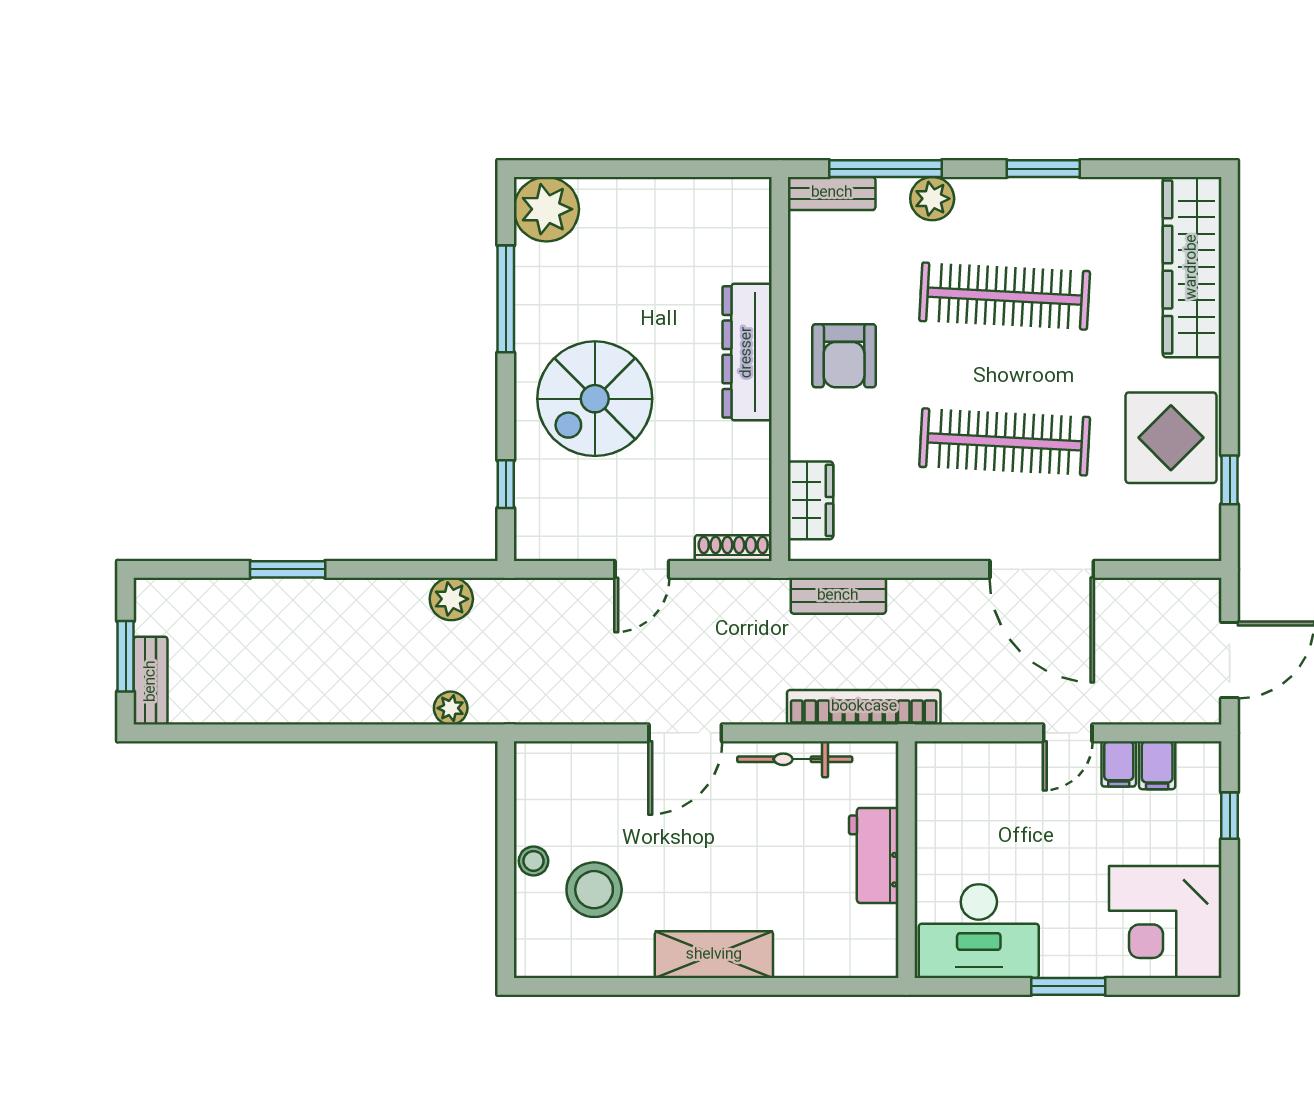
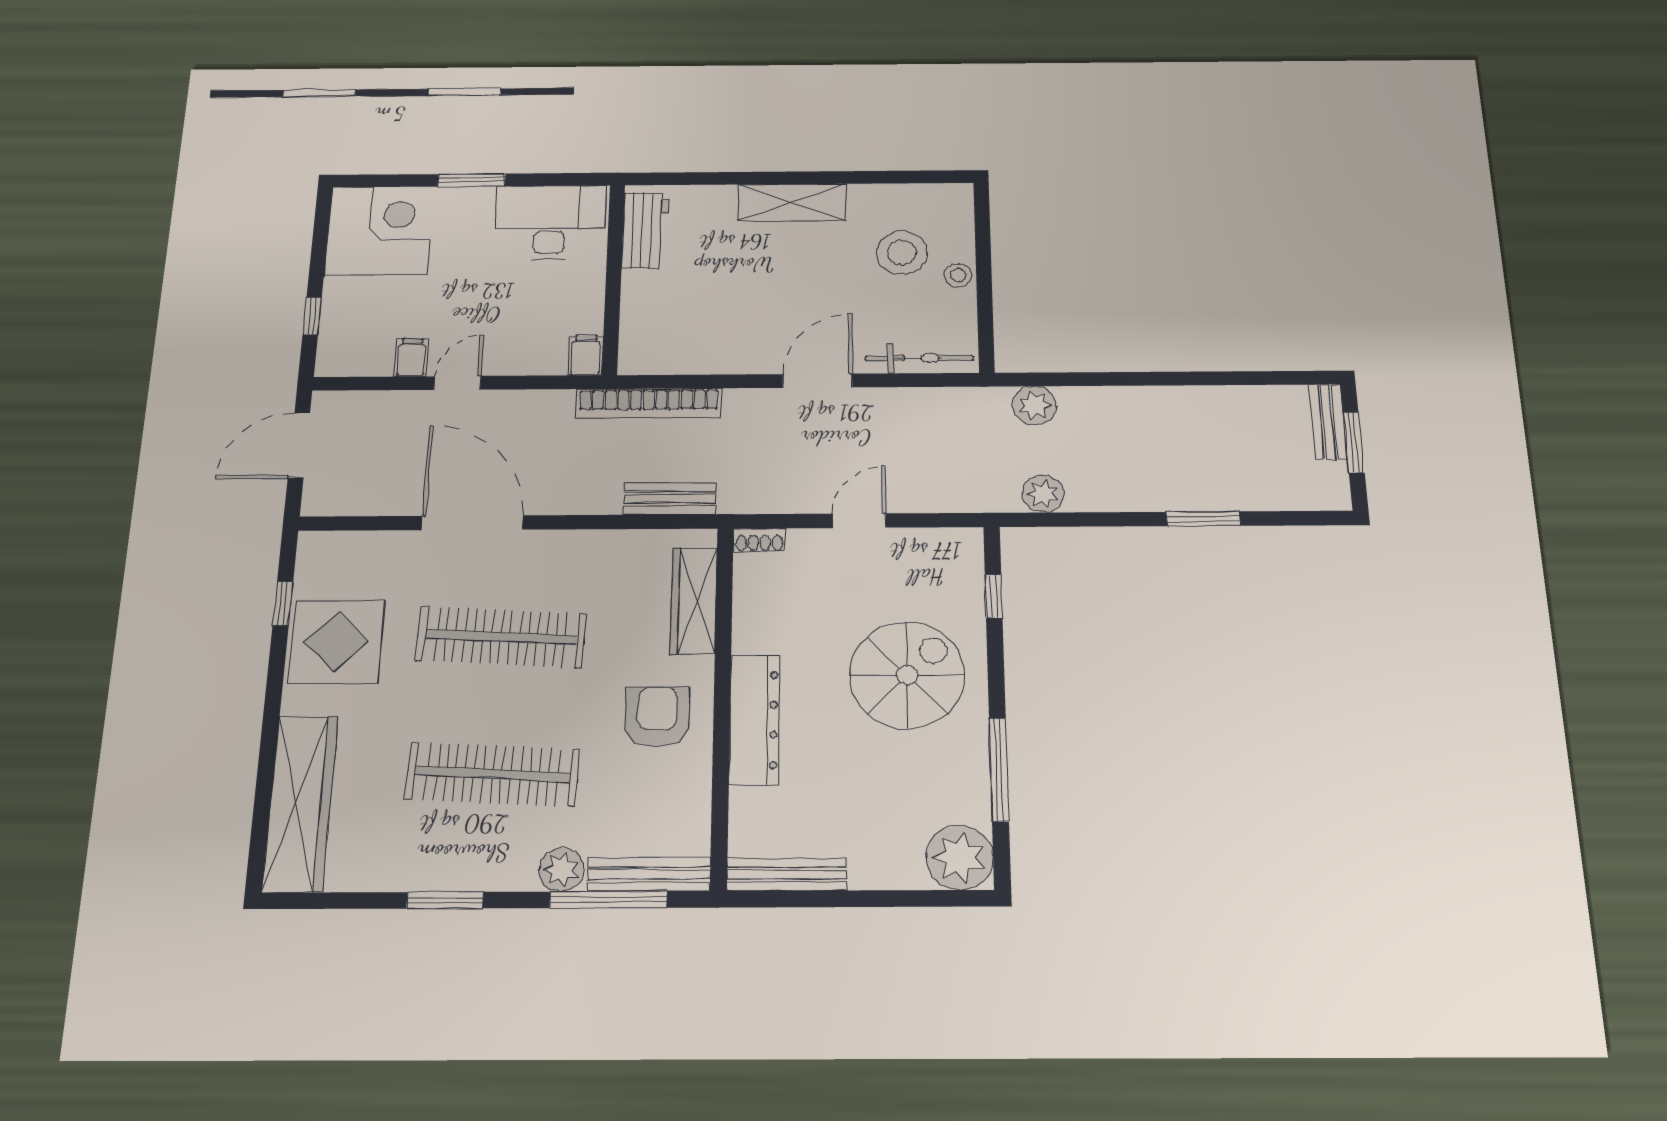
bench: (714, 193) -> (787, 875), added
bench: (832, 193) -> (649, 874), width x1.36
wardrobe: (810, 500) -> (694, 601), width x1.50
shoe rack: (733, 548) -> (759, 540), width x0.70
plant: (451, 708) -> (1034, 405), width x1.38, depth x1.38
bicycle: (795, 759) -> (919, 358), moved
filing cabinet: (1157, 765) -> (586, 355), moved
workbench: (874, 855) -> (646, 230), moved

